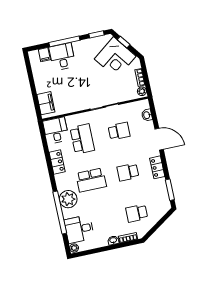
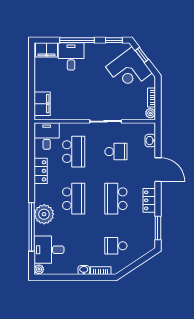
filing cabinet: (44, 55) -> (46, 50), width x2.00
school desk: (128, 172) -> (116, 199), width x1.85
school desk: (91, 180) -> (74, 199), turned -90

